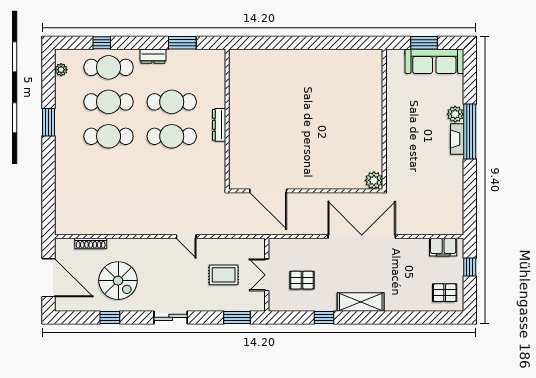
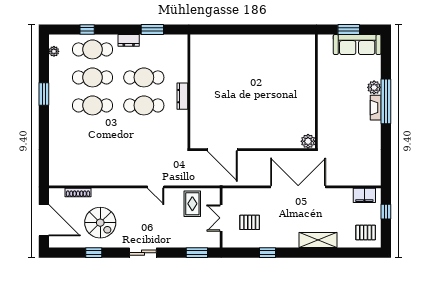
rug: (224, 275) -> (192, 204), moved, turned 90
shelving: (361, 302) -> (318, 240), moved

